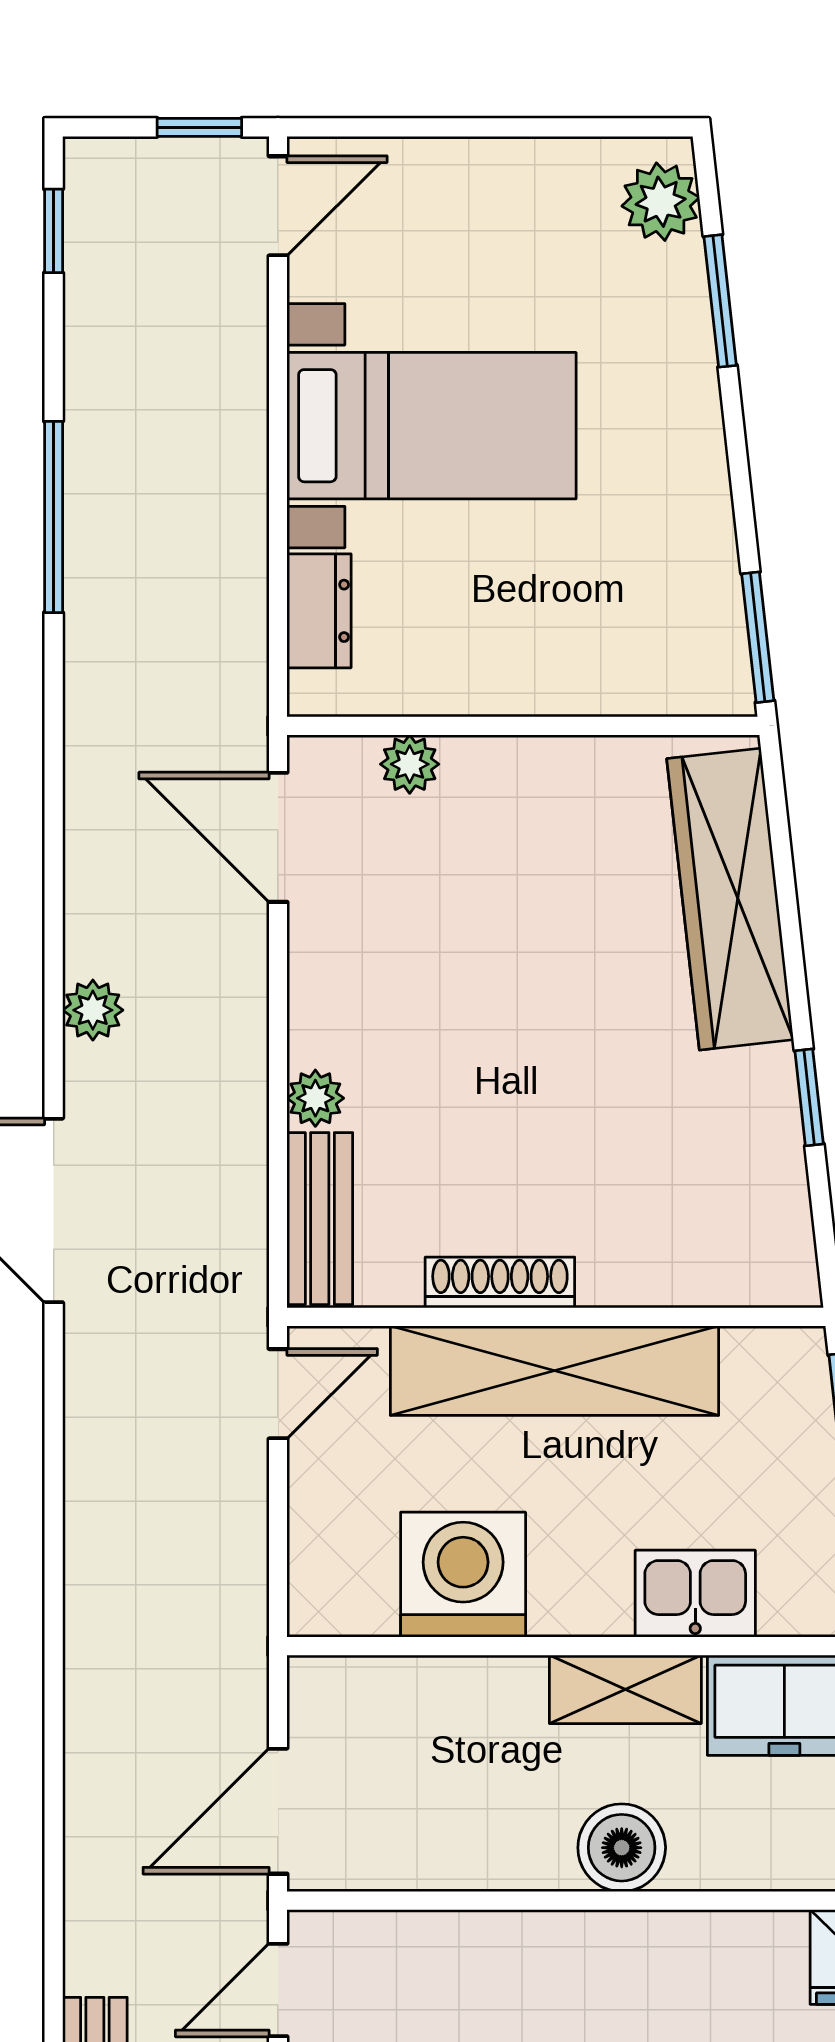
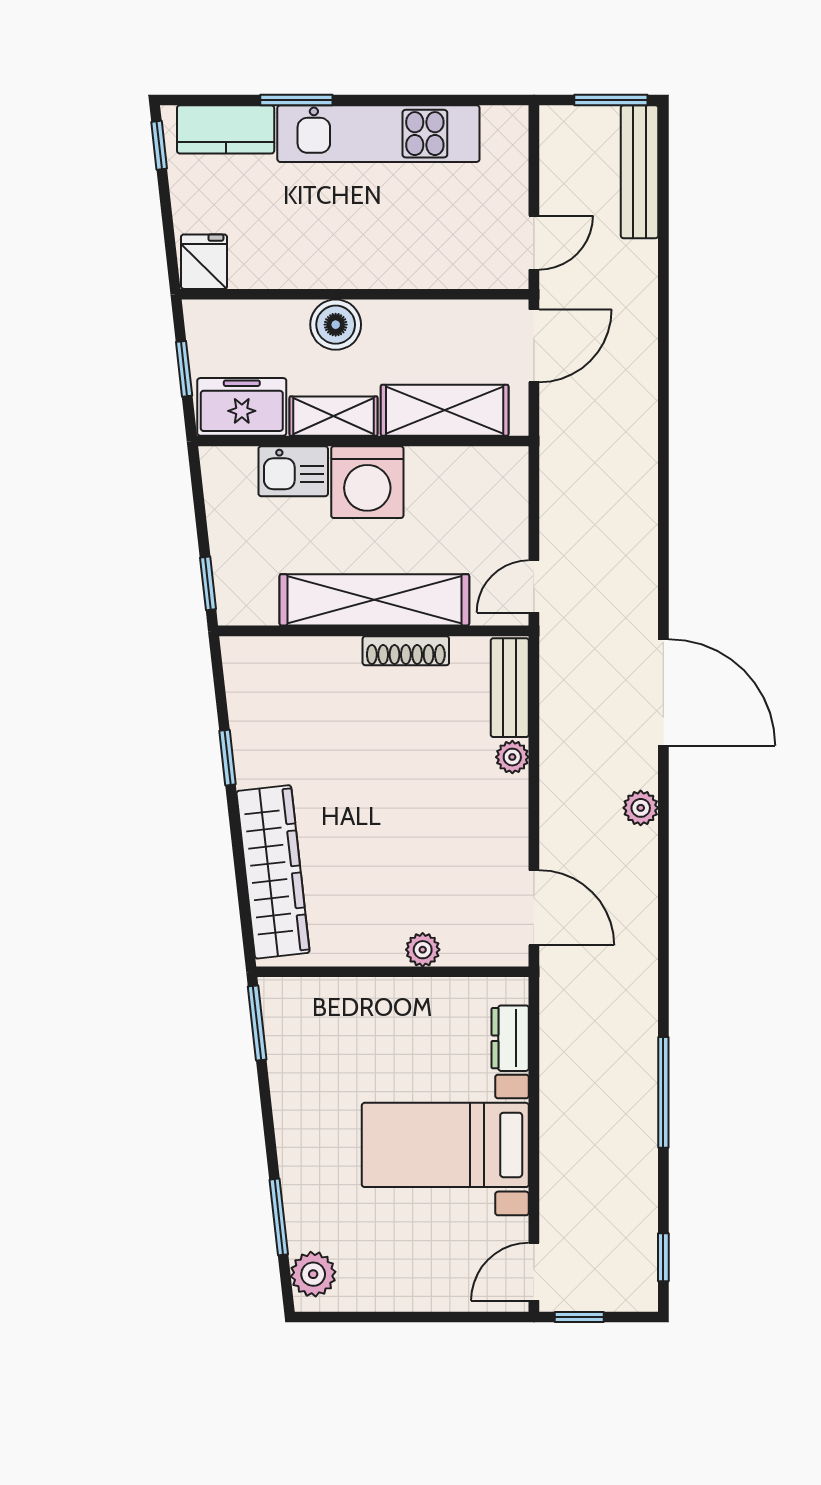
plant: (410, 764) -> (423, 950), moved
washing machine: (463, 1575) -> (367, 482), moved
shelving: (433, 1699) -> (445, 410), added

